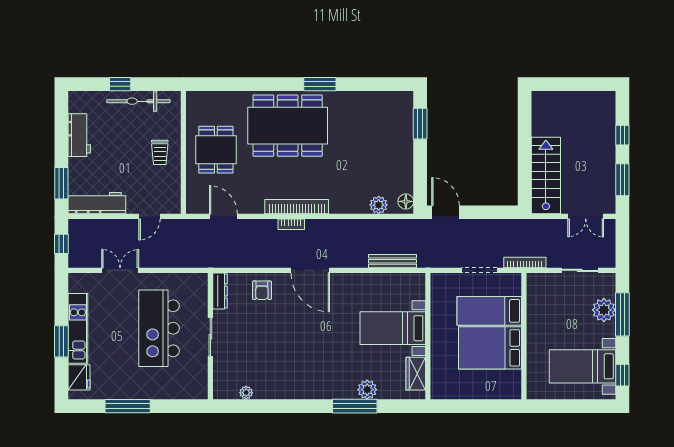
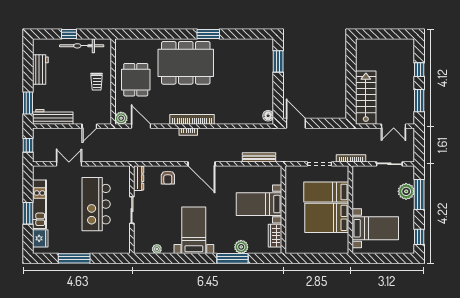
plant: (379, 205) -> (121, 118), moved
bed with nightstands: (299, 366) -> (194, 230), added
bed with nightstands: (583, 366) -> (375, 228), moved, turned 180

